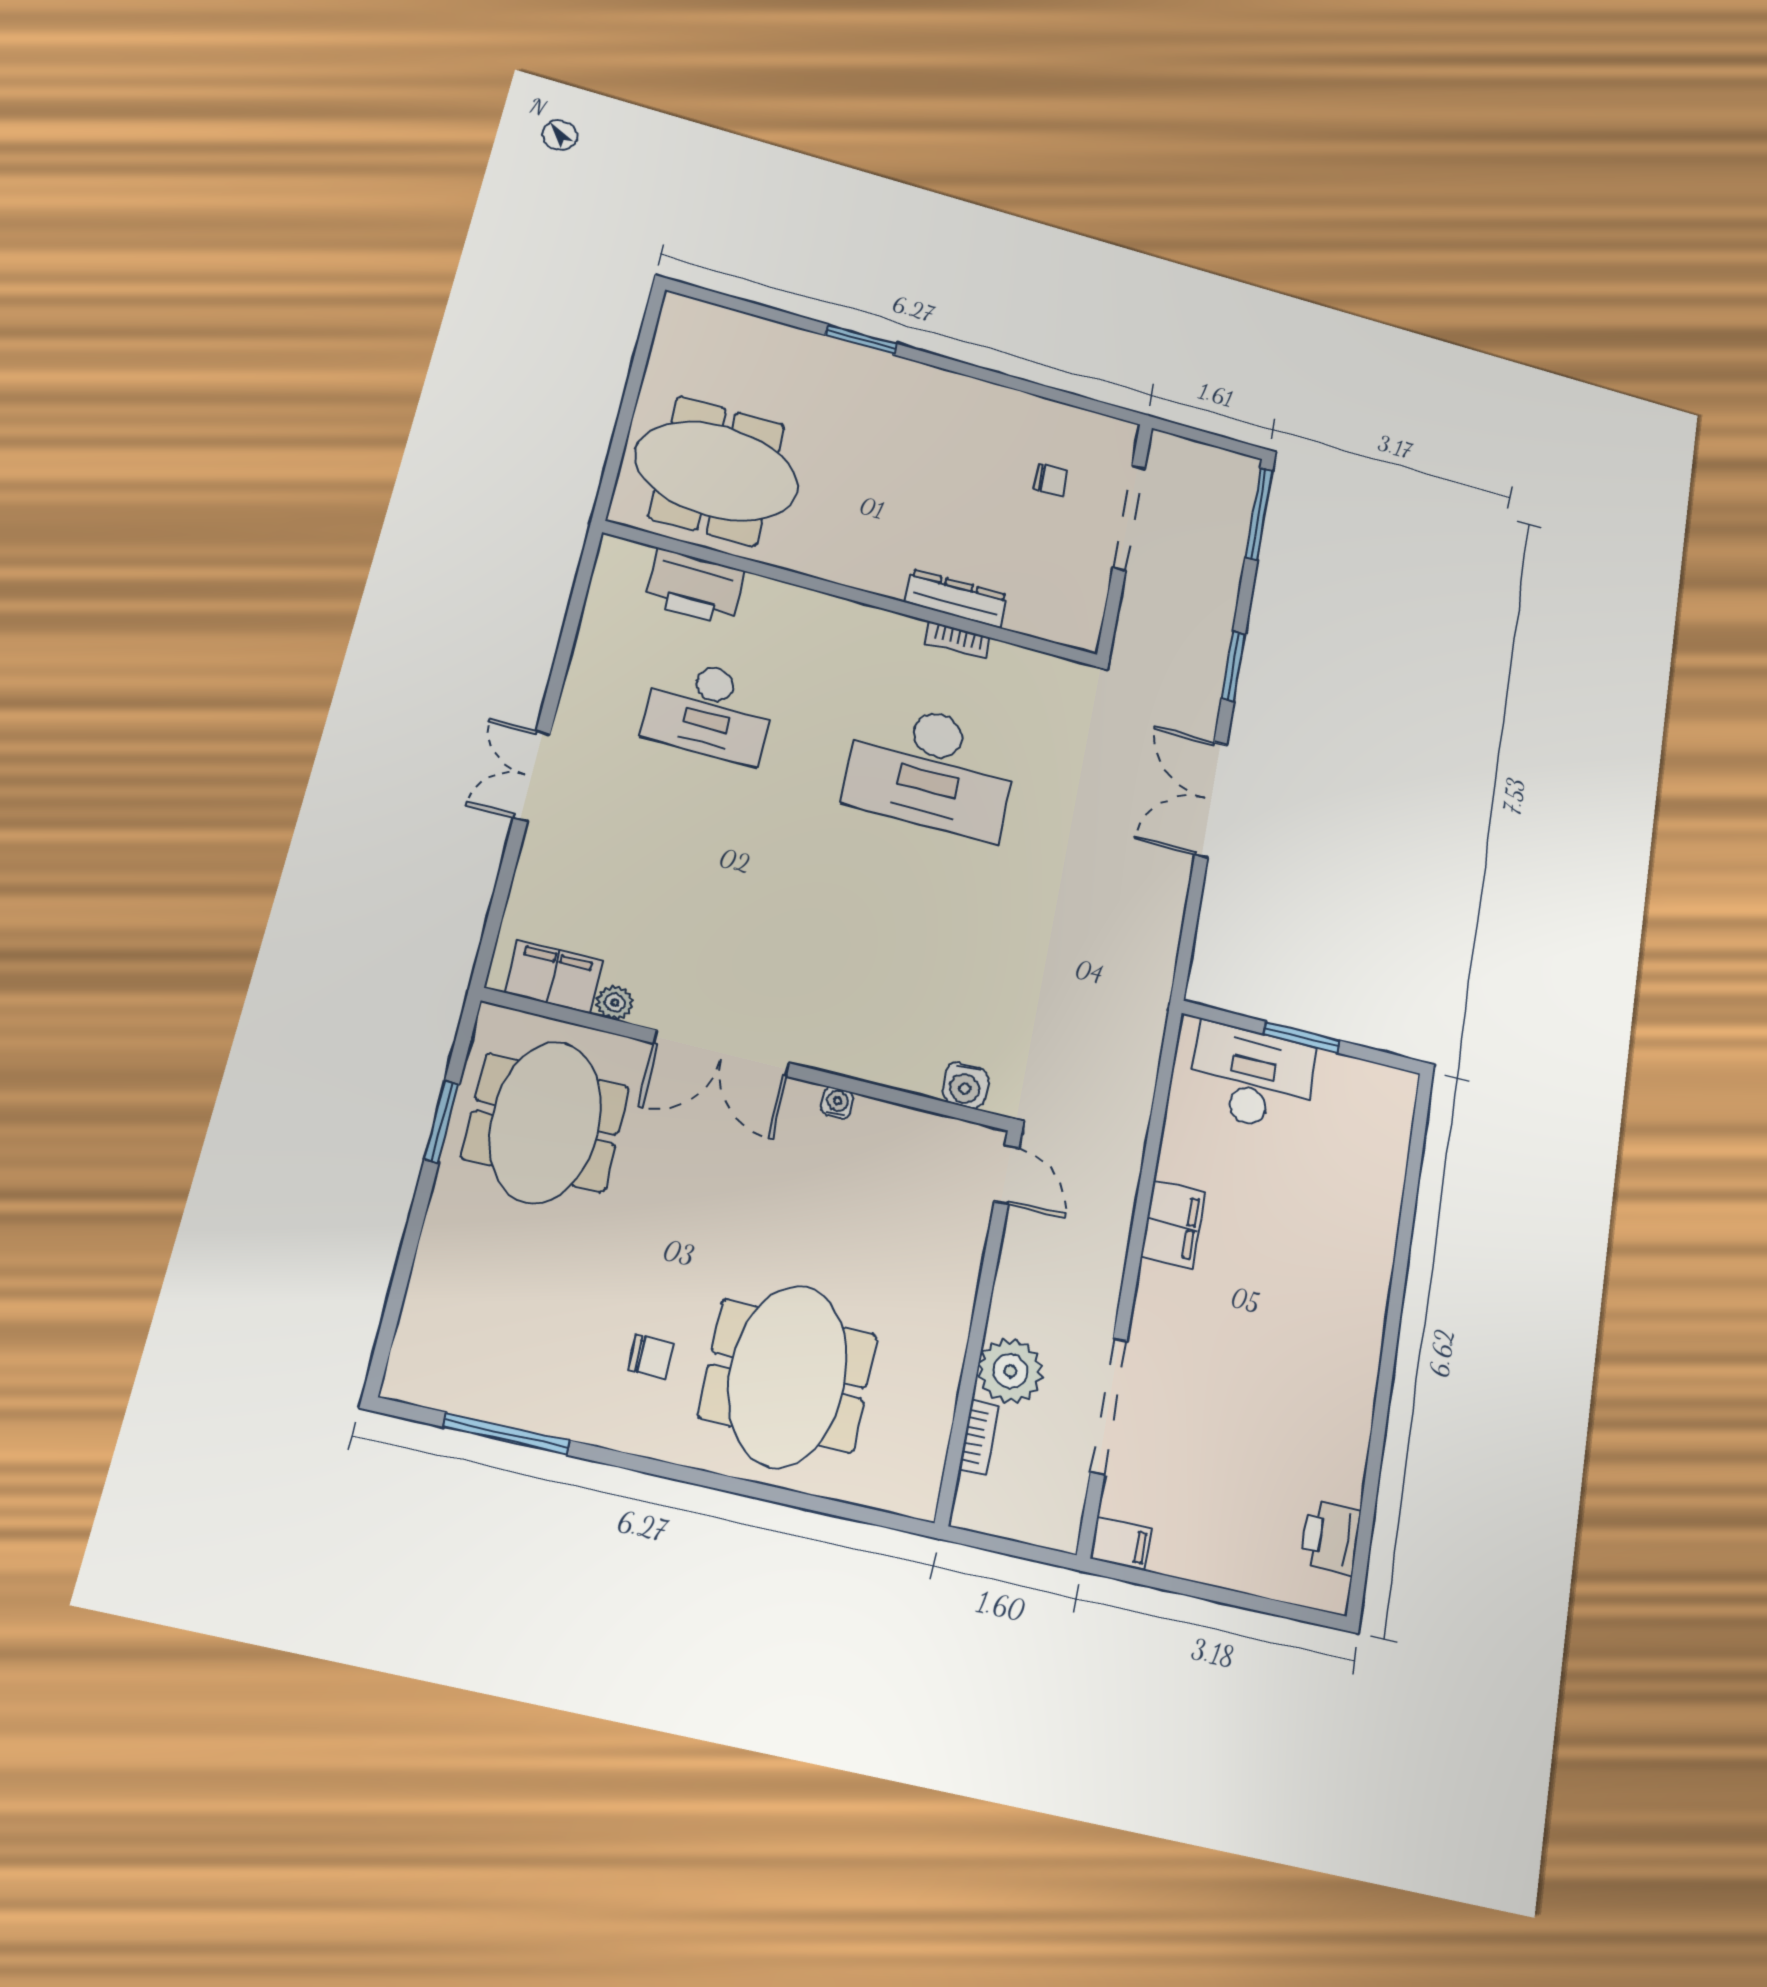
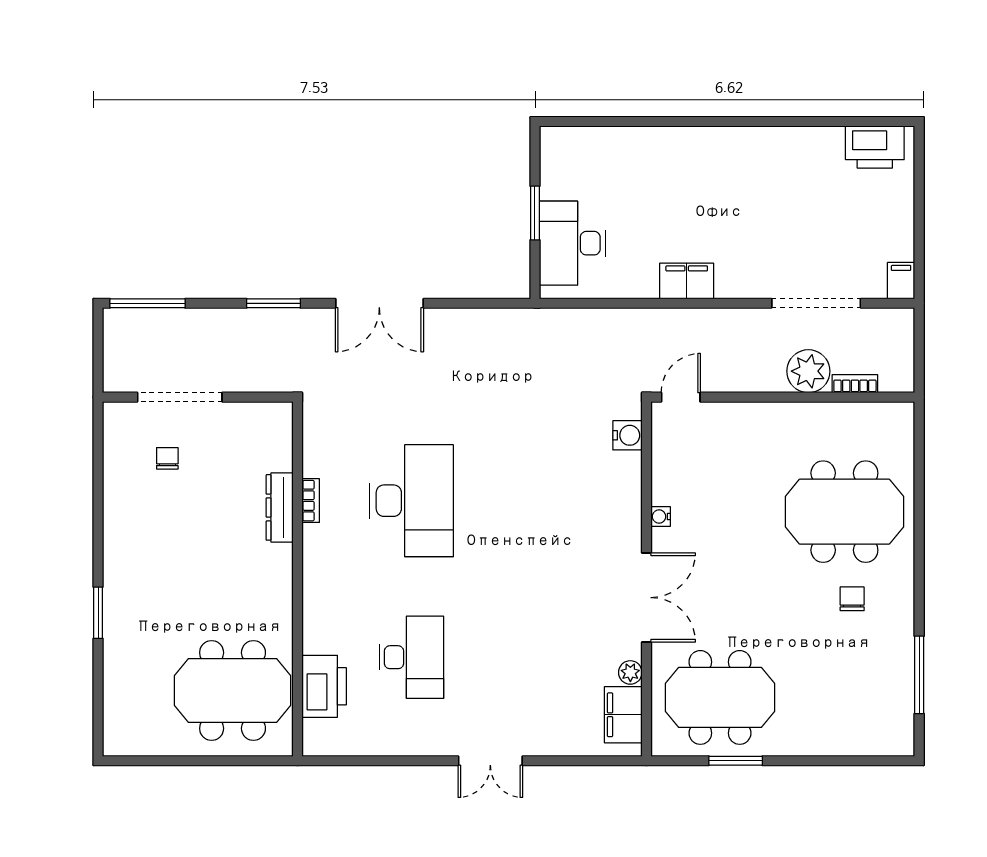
meeting table: (717, 471) -> (233, 691), turned 90
printer: (1331, 1537) -> (875, 147), width x1.37, depth x1.19

